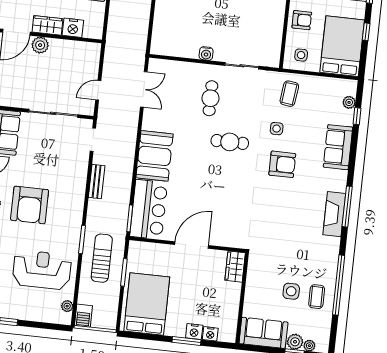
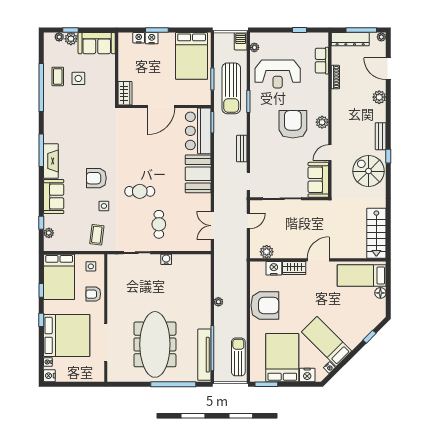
plant: (40, 45) -> (267, 252), moved
fireplace: (334, 214) -> (51, 161), moved
sun lounger: (102, 258) -> (231, 88), width x1.36, depth x1.34

